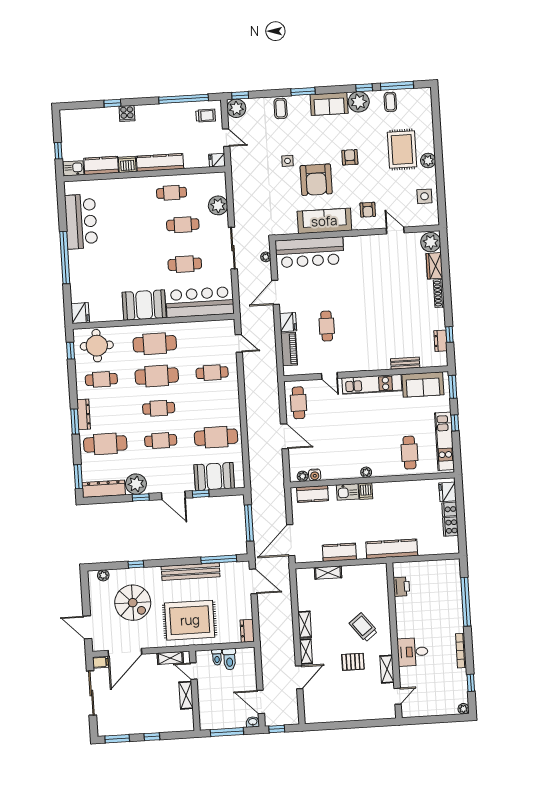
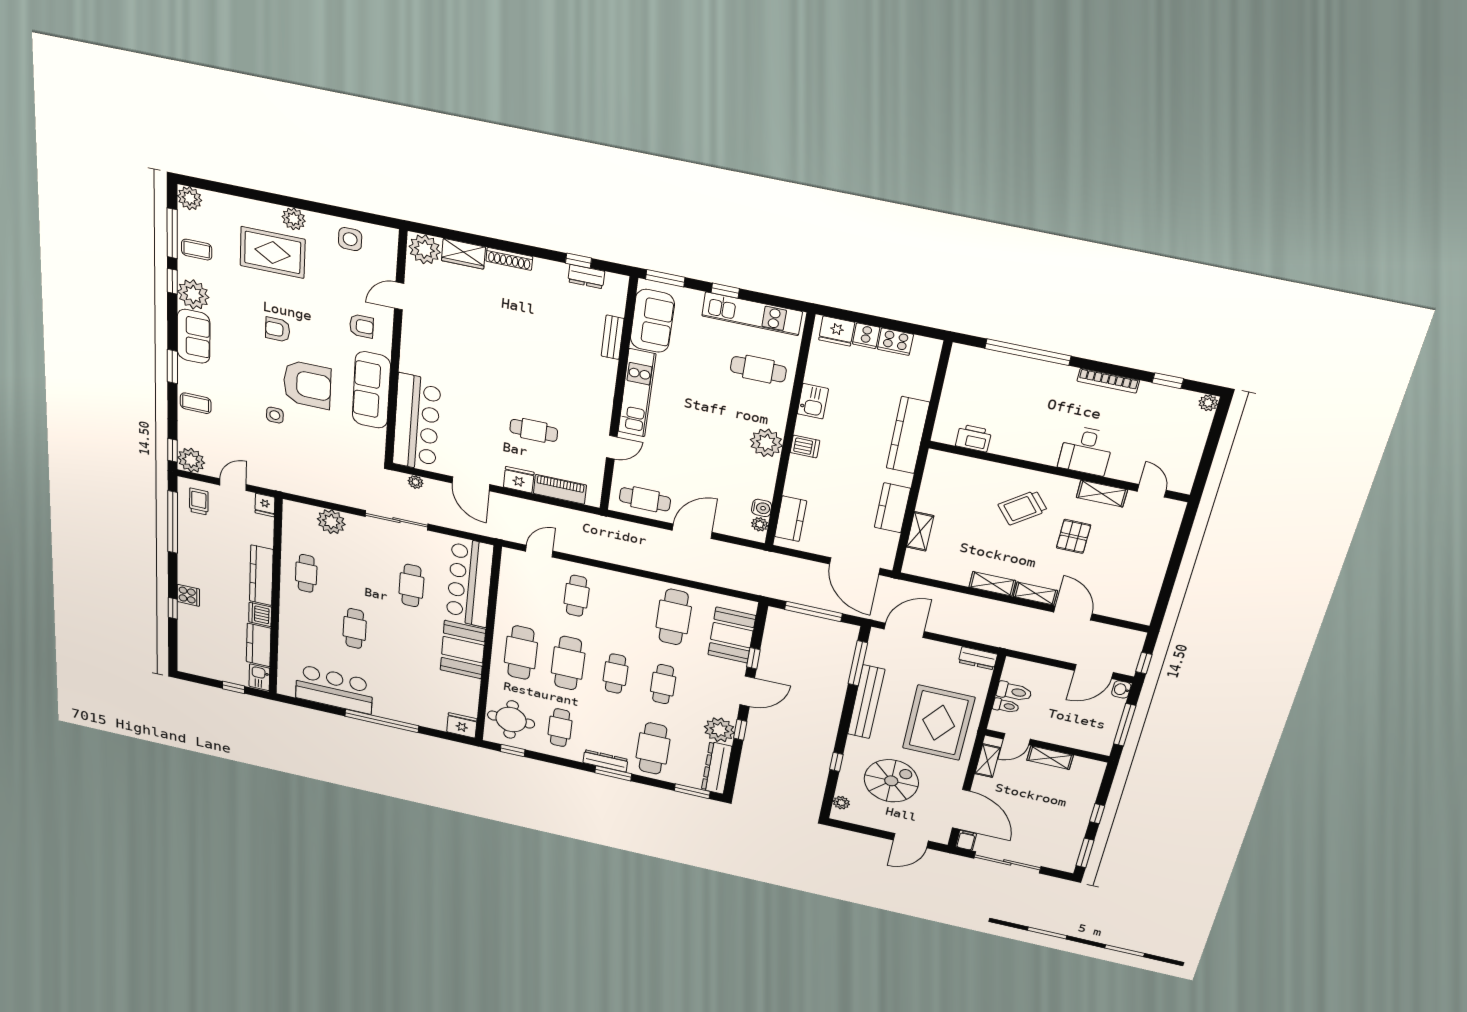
plant: (424, 95) -> (190, 198), added
cafe table: (183, 225) -> (355, 628), moved
plant: (366, 472) -> (766, 443), width x1.88, depth x1.88
kitchen sink: (348, 492) -> (813, 401), moved

